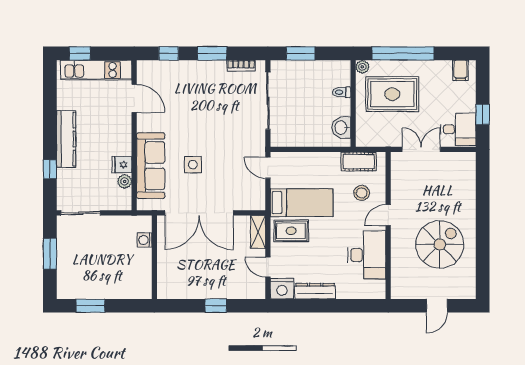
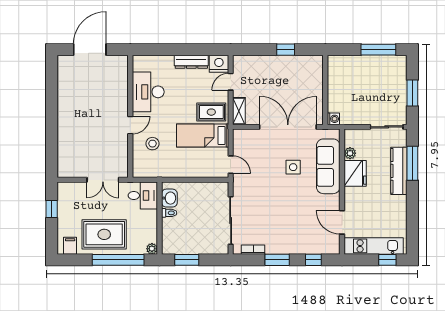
window: (301, 53) -> (187, 260), moved
toilet: (342, 92) -> (169, 213), moved
rug: (392, 94) -> (104, 234), moved
desk: (458, 129) -> (143, 195), moved, turned 180
kitchen counter: (66, 139) -> (399, 171), moved
cot: (359, 162) -> (155, 170), removed
fridge: (122, 165) -> (355, 173), width x1.88, depth x1.34
window: (50, 169) -> (412, 163), width x2.17
washing machine: (145, 240) -> (333, 119), moved
spiral stairs: (440, 244) -> (87, 101), removed
door: (268, 267) -> (231, 82), swing flipped
window: (91, 306) -> (378, 50), width x1.44
window: (216, 306) -> (286, 50), moved
door: (437, 306) -> (90, 50), width x1.87

